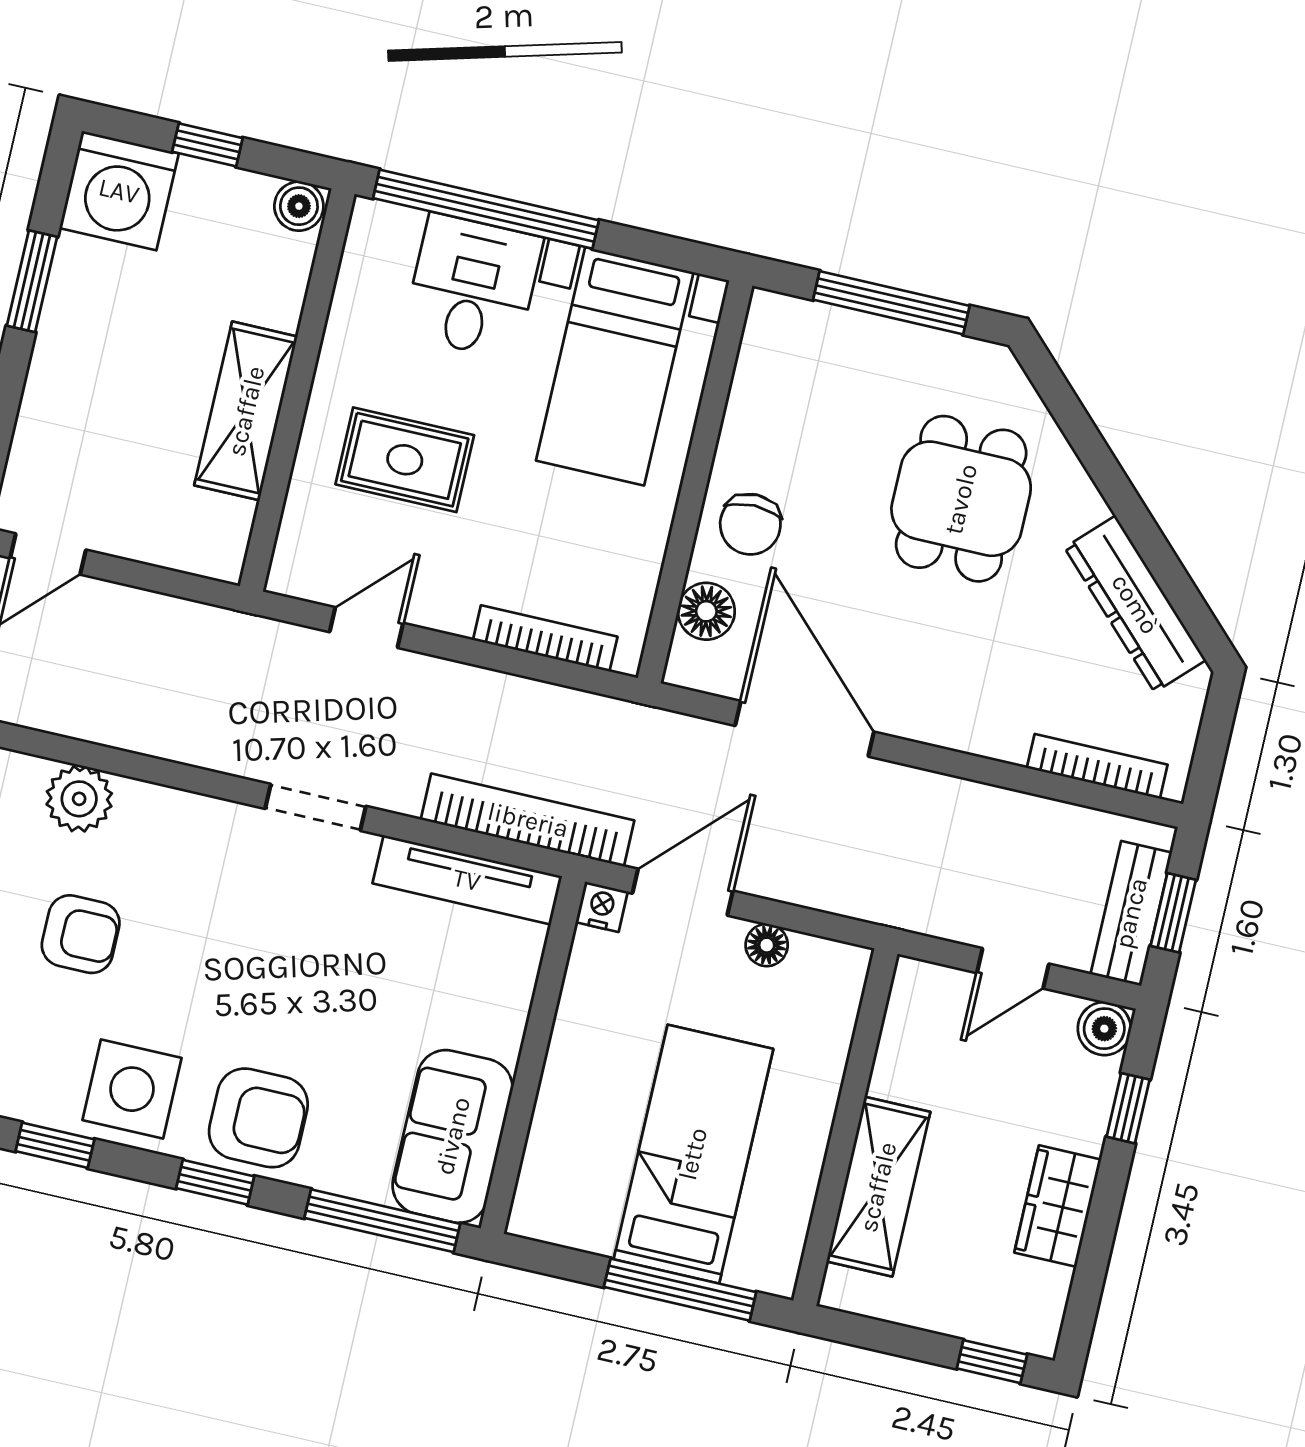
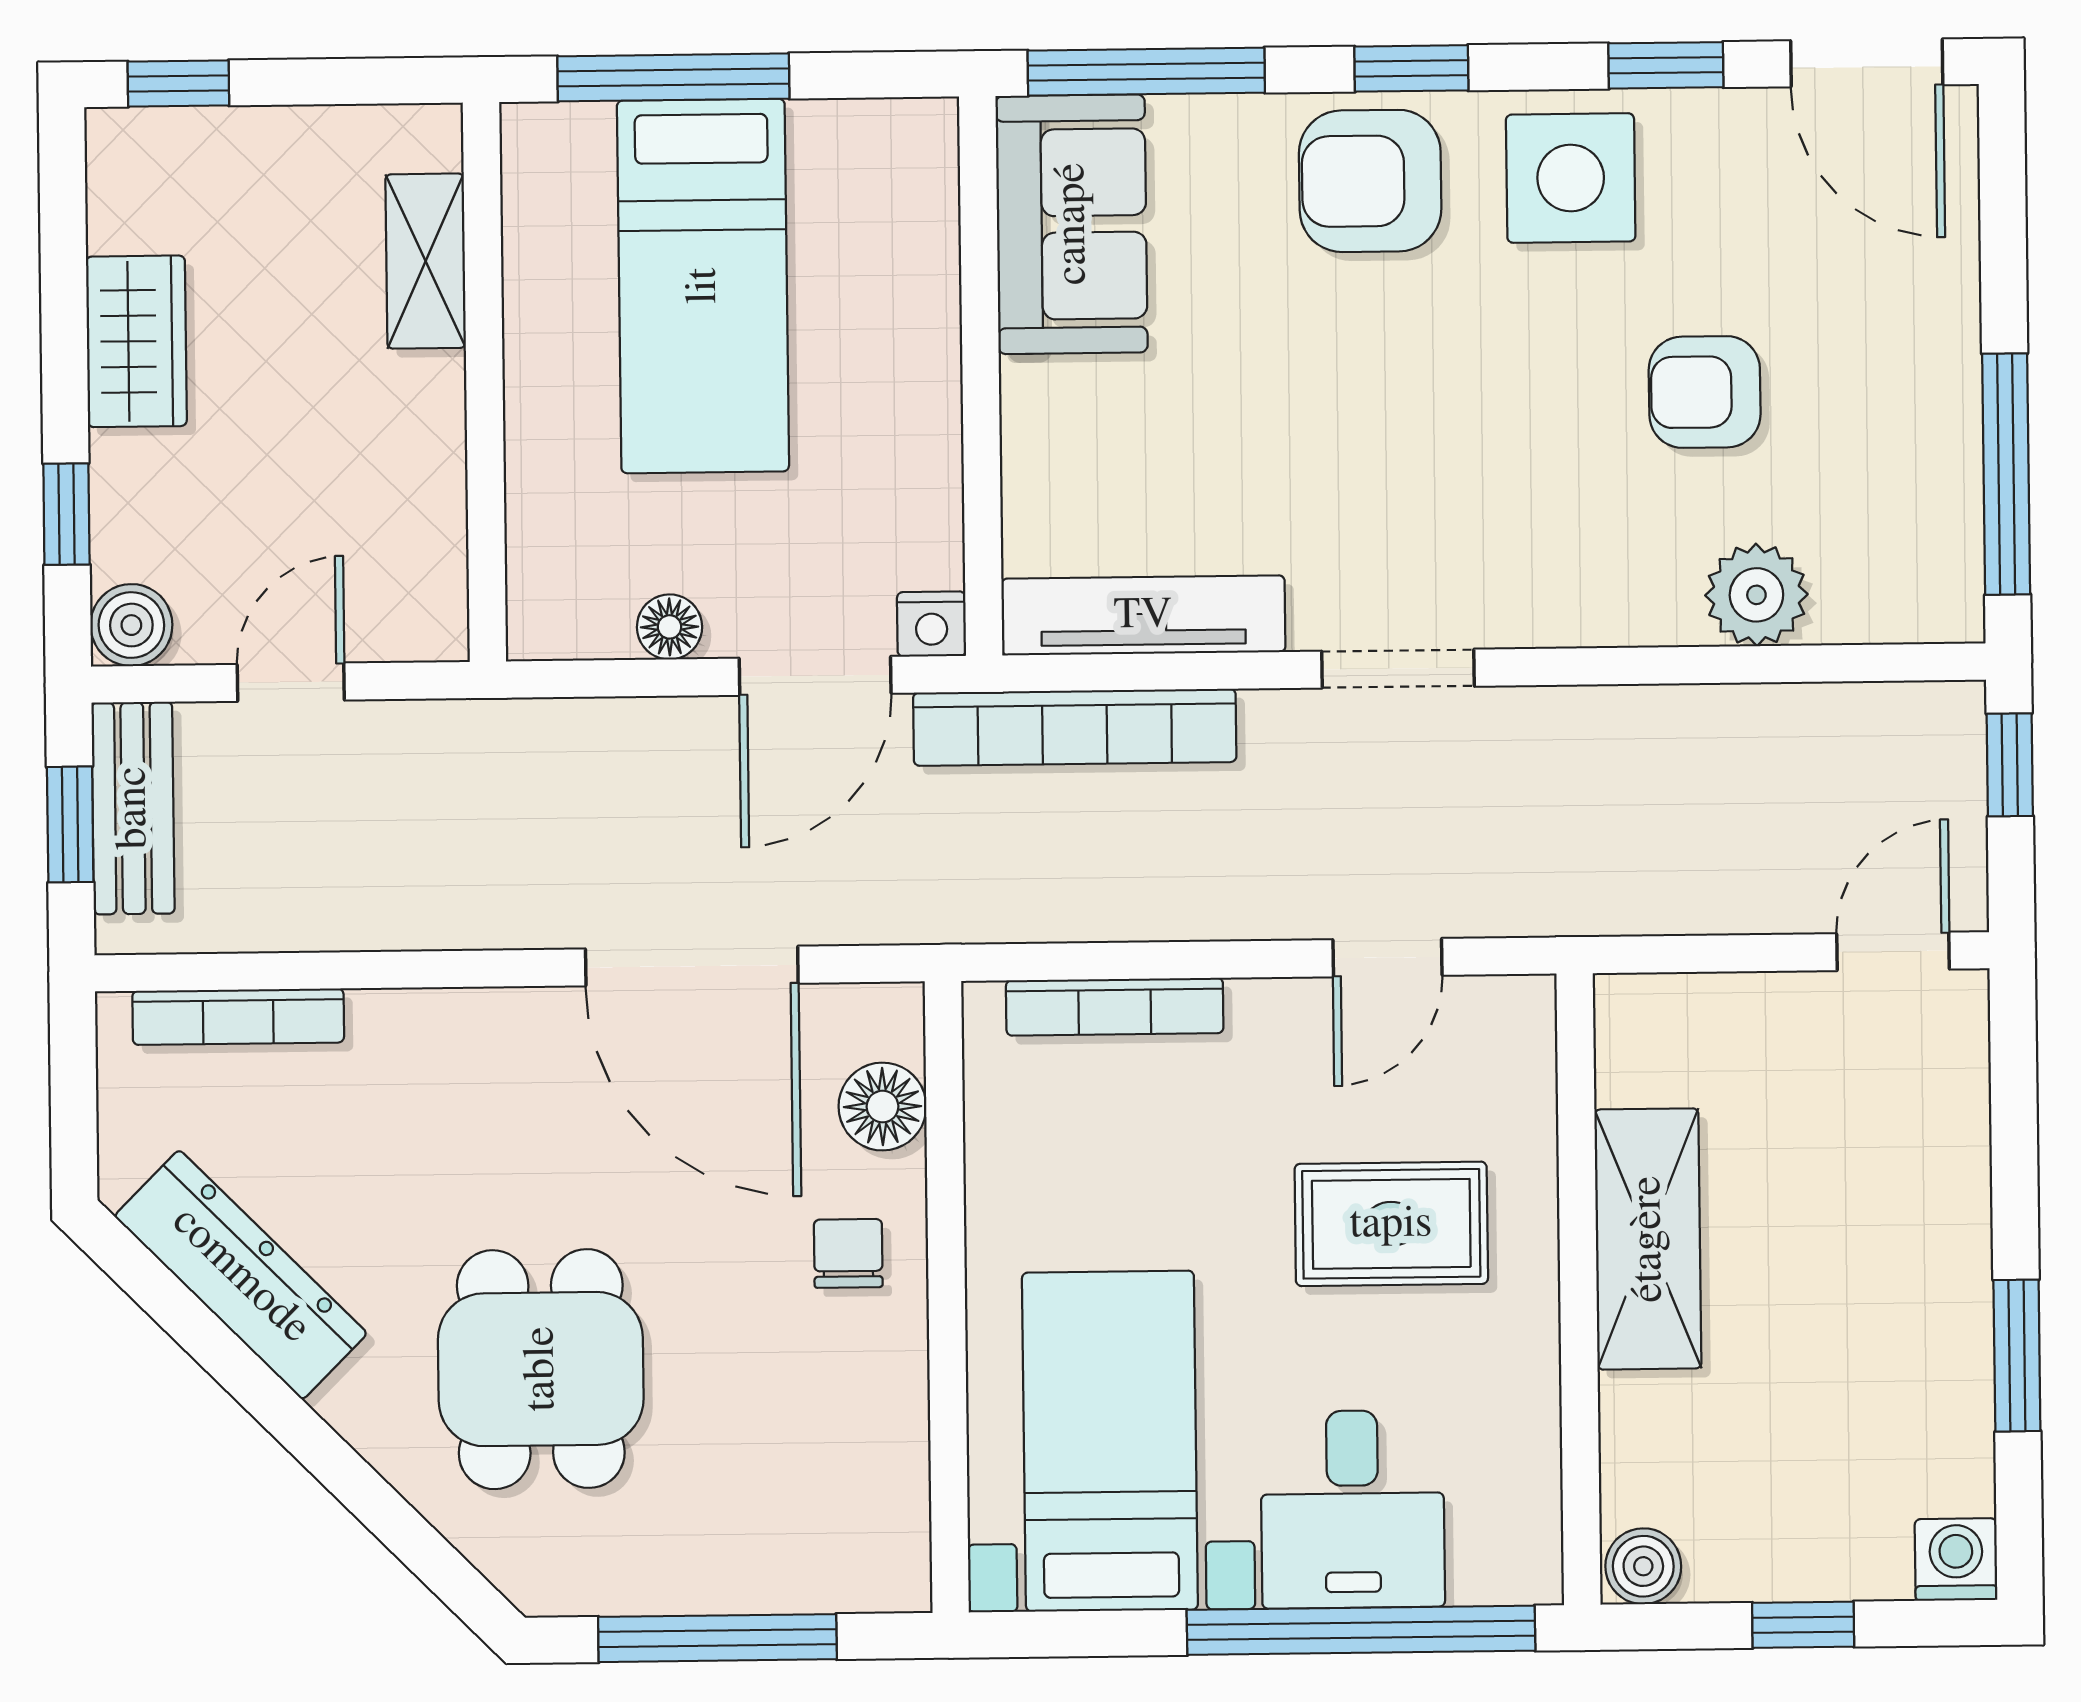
washing machine: (119, 191) -> (1956, 1560), width x0.53, depth x0.53
chair: (750, 524) -> (848, 1253), width x0.73, depth x0.73
shelving: (878, 1187) -> (426, 261), width x0.67, depth x0.75

